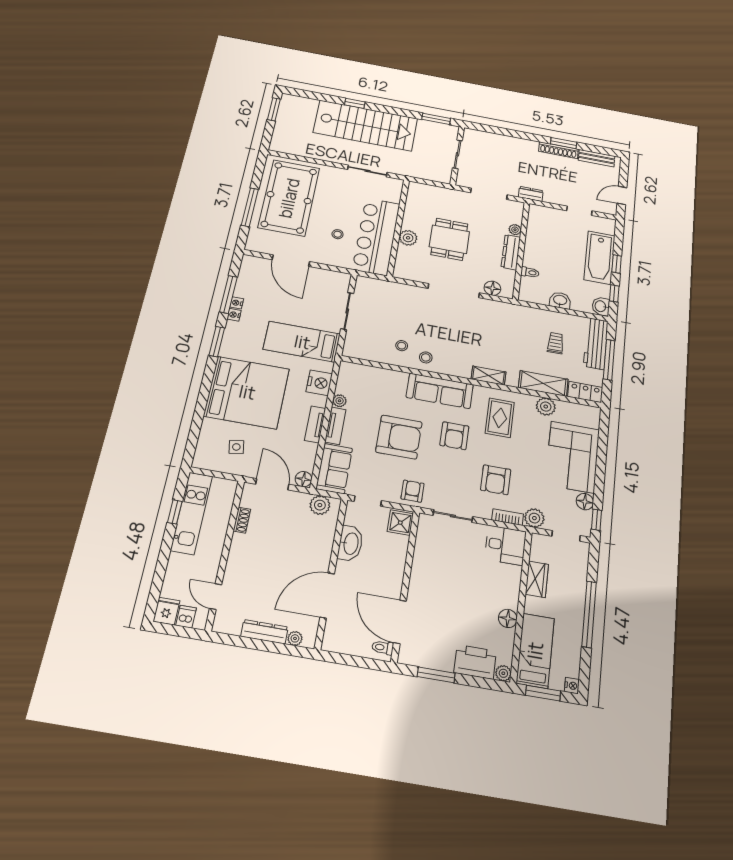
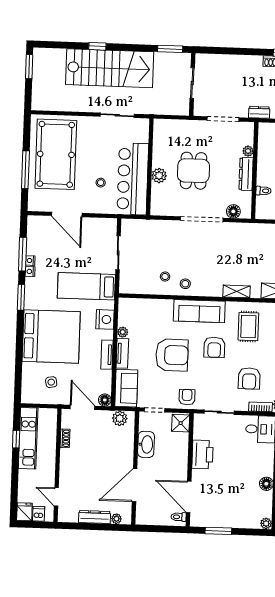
printer: (475, 662) -> (202, 454), moved, turned 90

